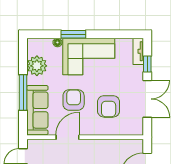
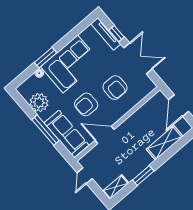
tv unit: (138, 51) -> (106, 34), width x1.41
armchair: (74, 100) -> (86, 104), turned -90
door: (67, 137) -> (105, 135), hinge flipped

